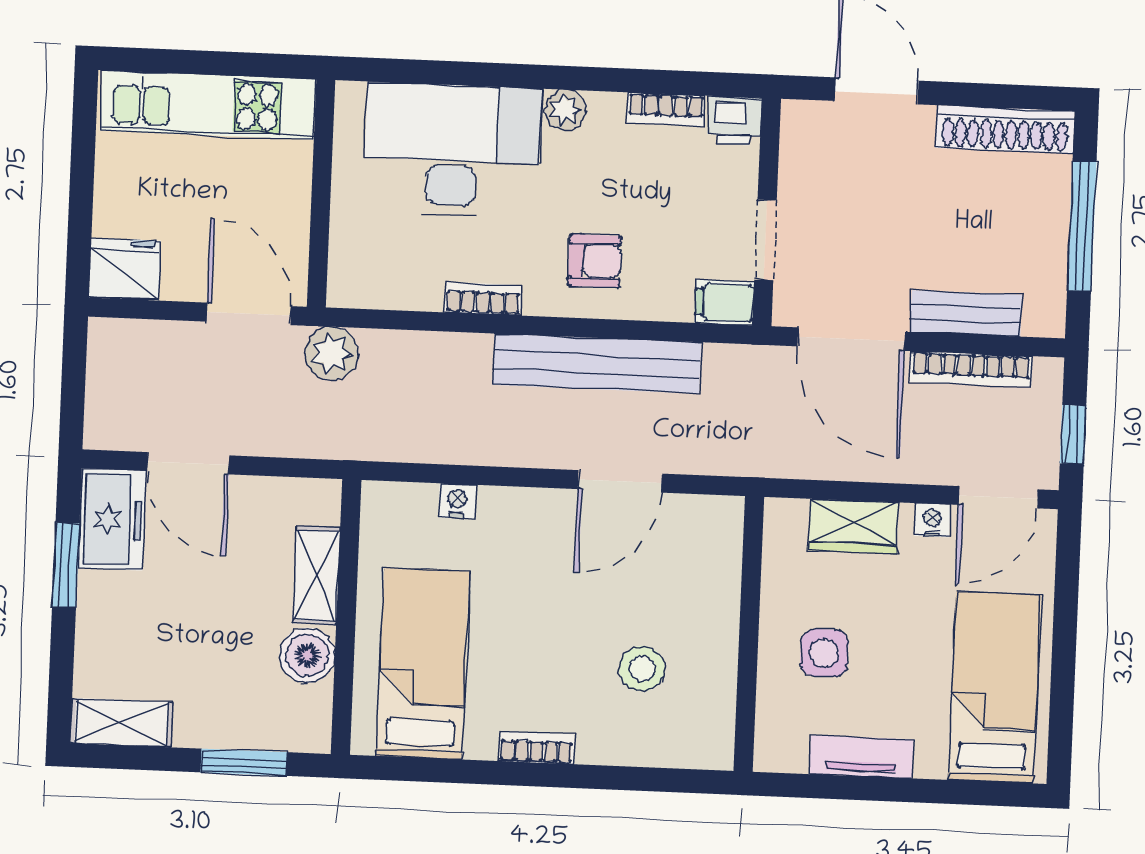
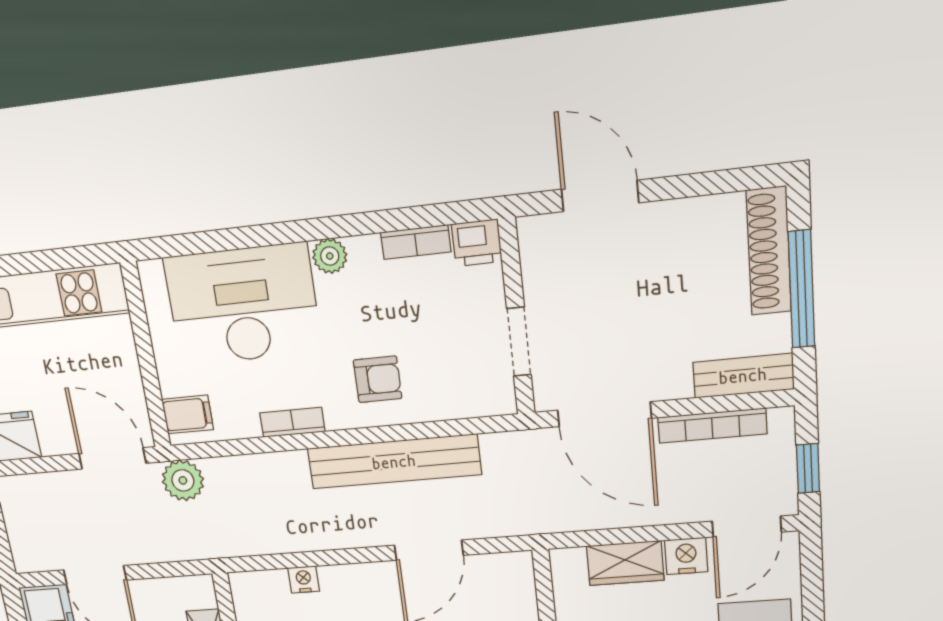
shoe rack: (1005, 129) -> (769, 251), moved, turned 90
filing cabinet: (724, 302) -> (188, 414), moved, turned 180
bench: (966, 313) -> (743, 376), moved
nightstand: (932, 520) -> (686, 556), width x1.39, depth x1.35

